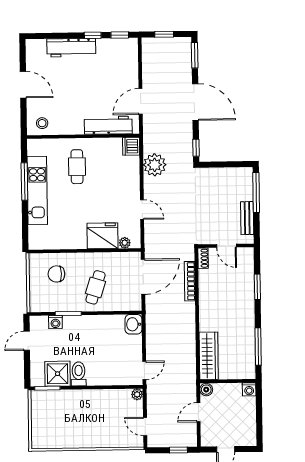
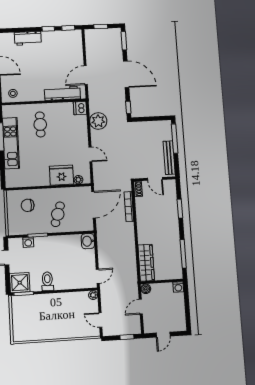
workbench: (71, 48) -> (28, 38), width x0.73
bench: (247, 218) -> (169, 158), width x1.36
shower: (58, 374) -> (20, 283), moved

